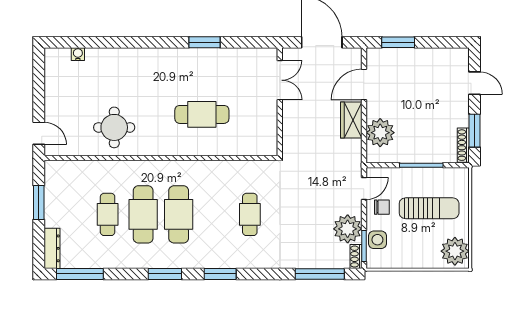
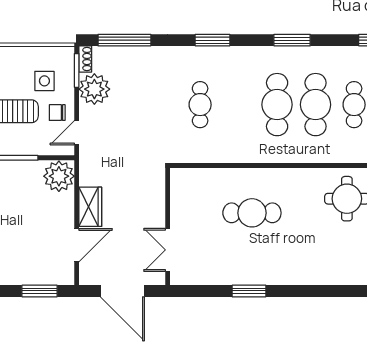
plant: (380, 133) -> (59, 176), moved
side table: (377, 240) -> (44, 81), moved
window: (220, 274) -> (213, 40), moved

